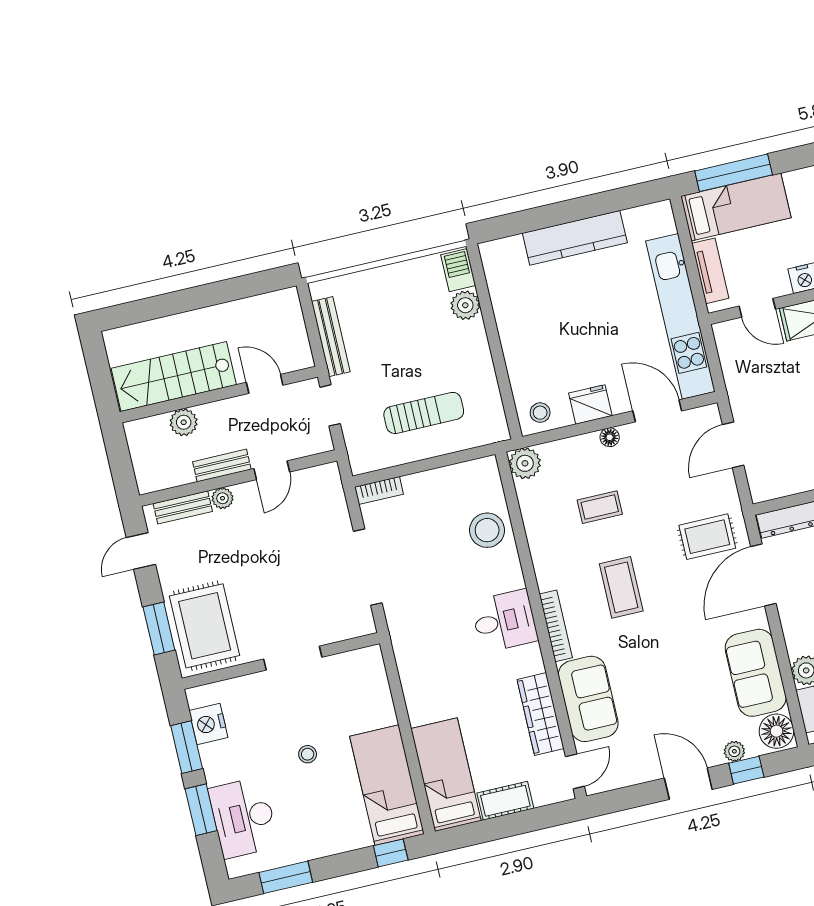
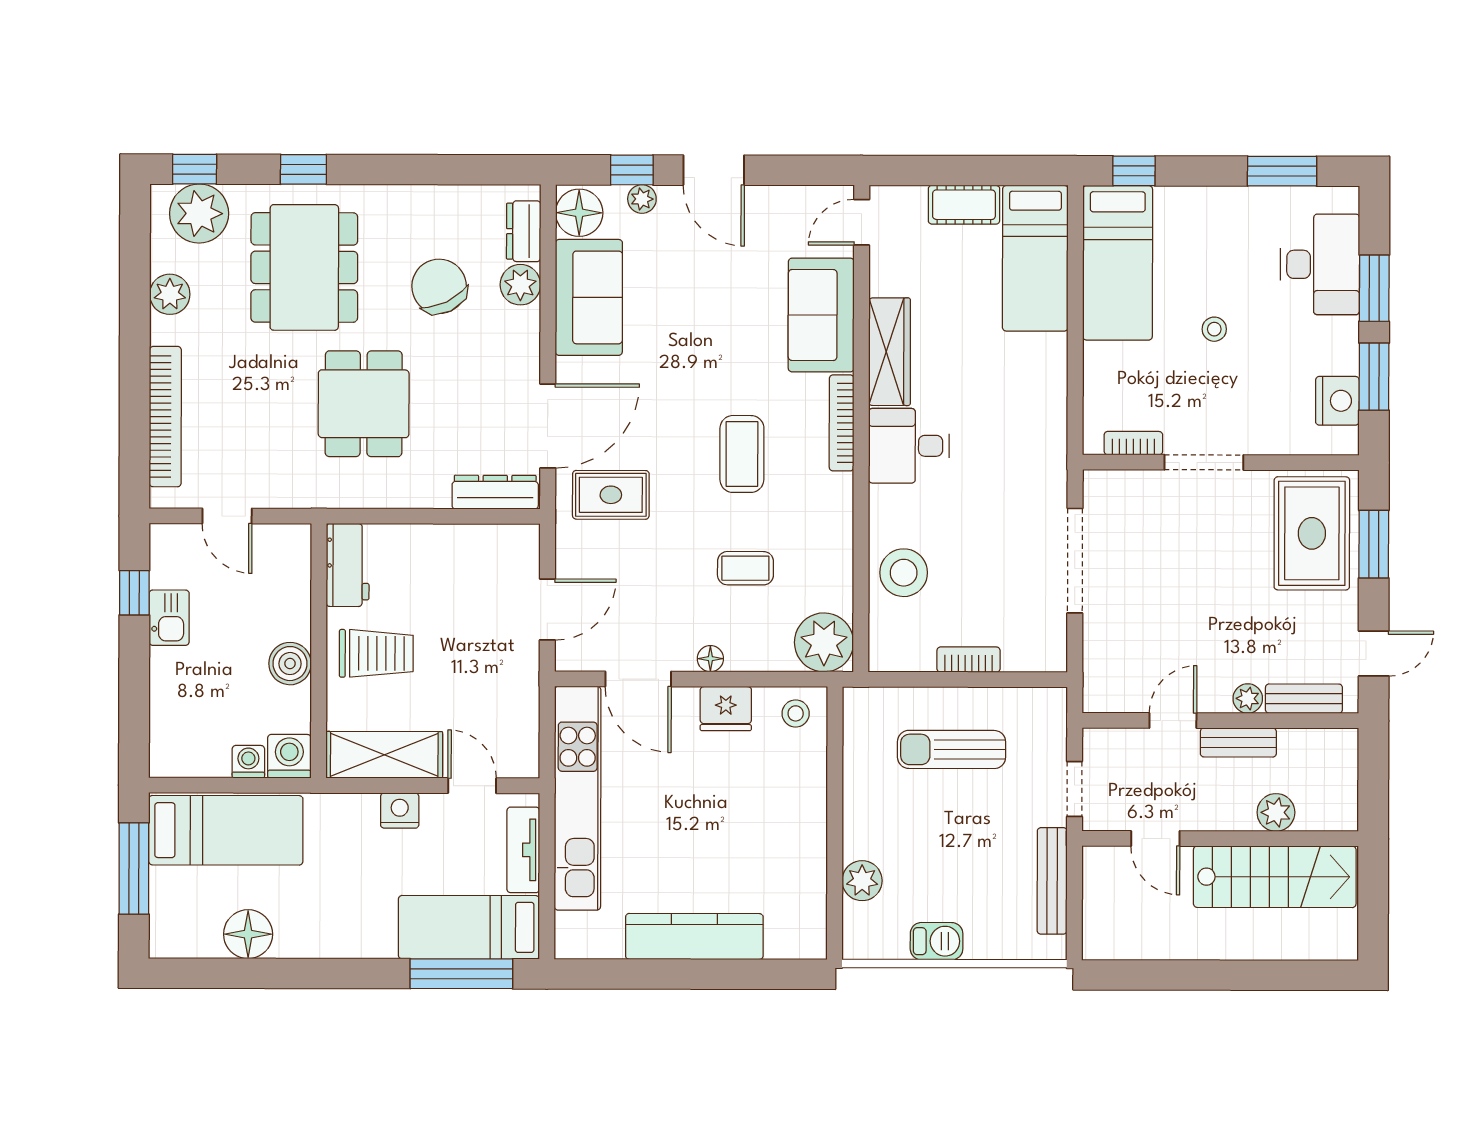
barbecue: (458, 270) -> (937, 941), moved, turned -90
plant: (525, 463) -> (824, 642), width x1.36, depth x1.36
bookcase: (379, 491) -> (969, 660), moved
bookcase: (346, 660) -> (1133, 443), added
wardrobe: (541, 714) -> (890, 352), moved

